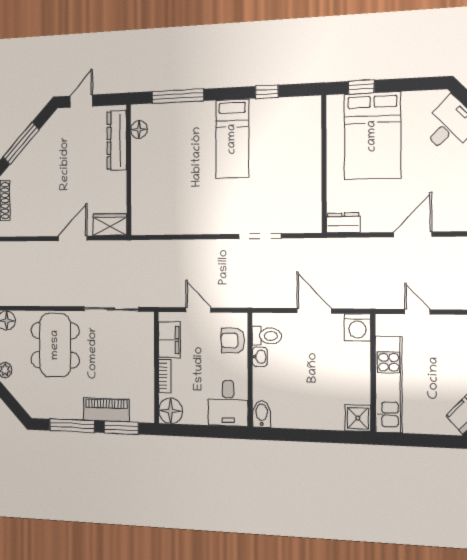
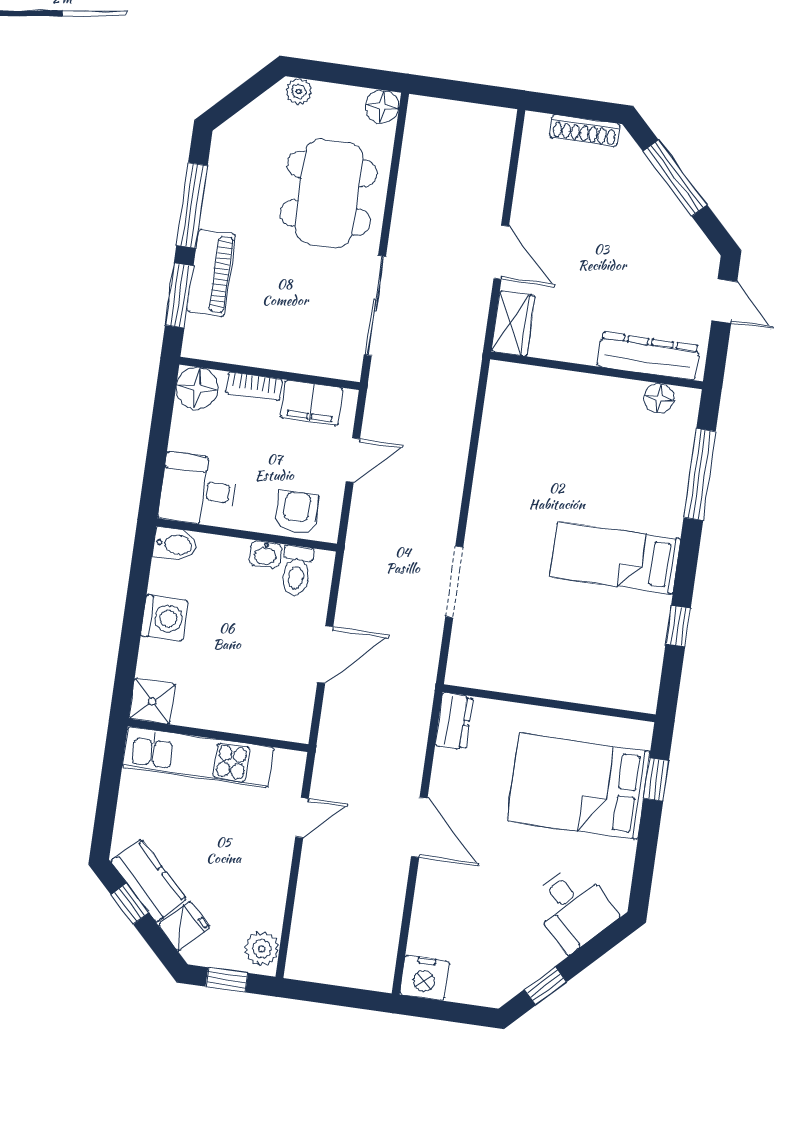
washing machine: (357, 327) -> (164, 618), moved, turned 180
dining table: (55, 345) -> (329, 193), turned 90

